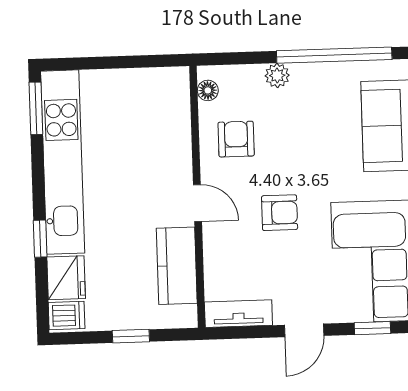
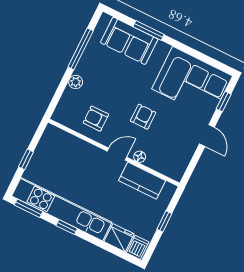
window: (334, 55) -> (81, 49), width x0.68
window: (111, 63) -> (26, 159), added
floor lamp: (208, 90) -> (140, 157), moved
window: (40, 239) -> (67, 227), moved
tv unit: (238, 314) -> (182, 163), removed

